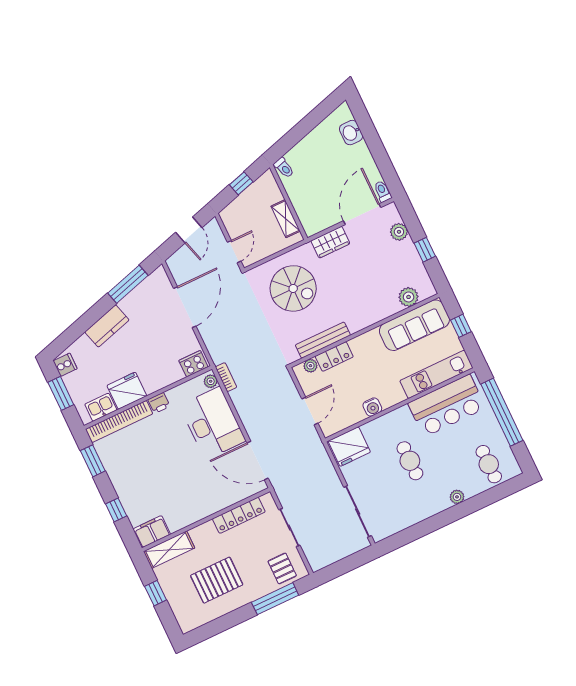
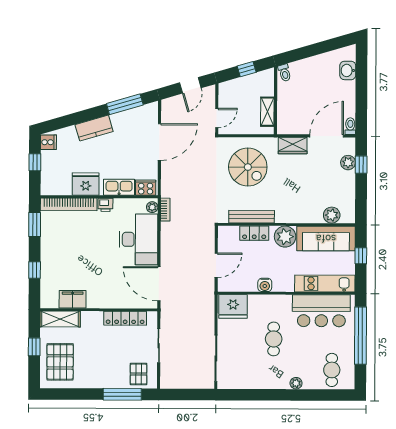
window: (425, 250) -> (361, 165), moved
plant: (310, 366) -> (285, 237), moved, width x1.88, depth x1.88
window: (61, 393) -> (35, 162), width x0.67
kitchen sink: (101, 407) -> (119, 187), moved, width x1.38
filing cabinet: (152, 532) -> (73, 299), moved
pallet: (217, 580) -> (60, 362), moved, turned 90

